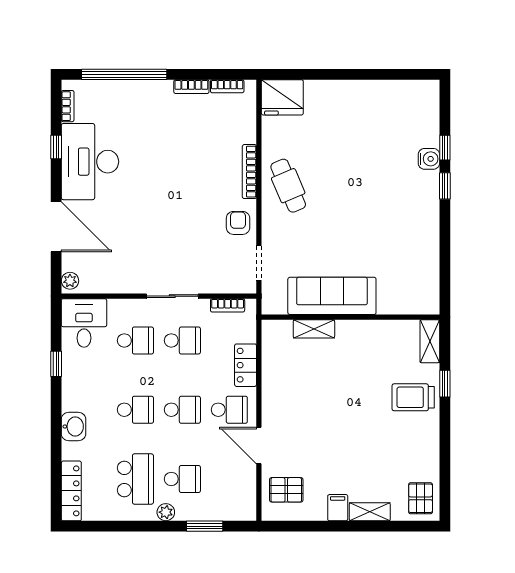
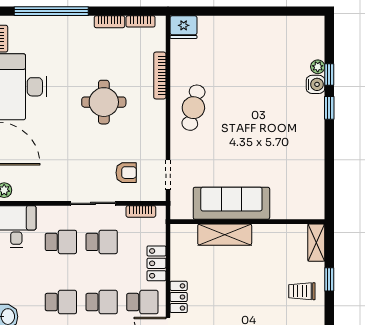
fridge: (282, 97) -> (184, 27), width x0.73, depth x0.75
plant: (431, 139) -> (318, 67), added
bookcase: (249, 172) -> (160, 75), moved
round table: (185, 179) -> (104, 102), added
cafe table: (288, 186) -> (193, 108), turned 36
armchair: (238, 223) -> (126, 173), moved, turned 90
shelving: (314, 329) -> (225, 235), width x1.50, depth x1.33
trolley: (413, 397) -> (302, 291), width x0.73, depth x0.72
locker: (271, 404) -> (179, 297), added

